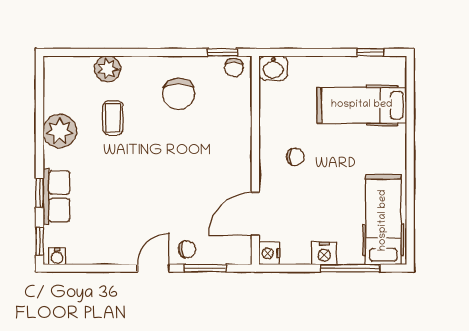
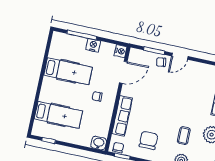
row of seats: (239, 130) -> (122, 116), added
hospital bed: (383, 220) -> (68, 71), moved, turned -90

